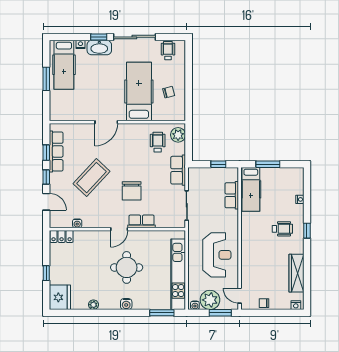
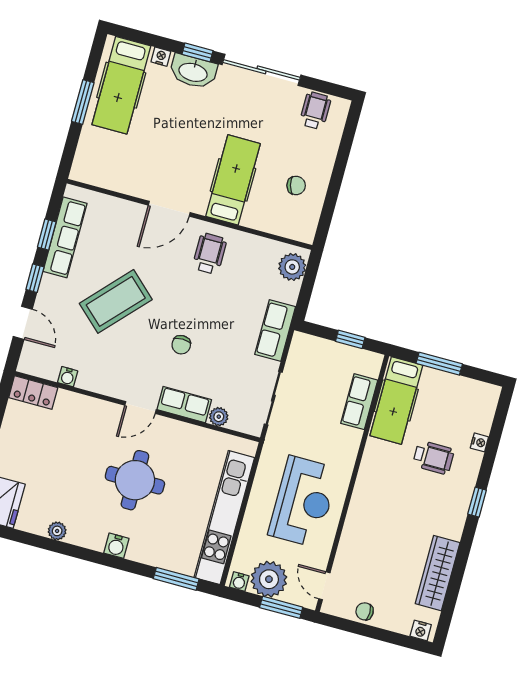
hospital bed: (139, 92) -> (233, 180), width x0.73, depth x0.78
wheelchair: (158, 142) -> (209, 254), moved
chair: (132, 191) -> (181, 345), width x0.54, depth x0.54
plant: (161, 223) -> (219, 417), added
wheelchair: (282, 229) -> (433, 457), moved

